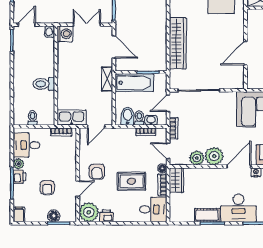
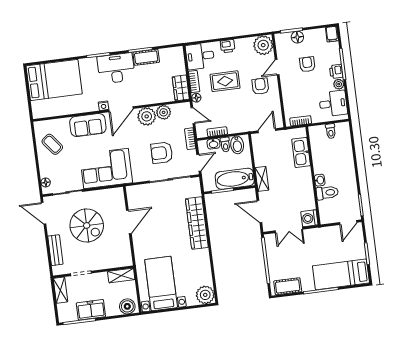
washbasin: (50, 32) -> (320, 180), moved
toilet: (44, 84) -> (327, 193), moved
kitchen sink: (72, 118) -> (301, 152), moved, turned 90
armchair: (204, 118) -> (162, 153), added
printer: (106, 216) -> (228, 46), moved

